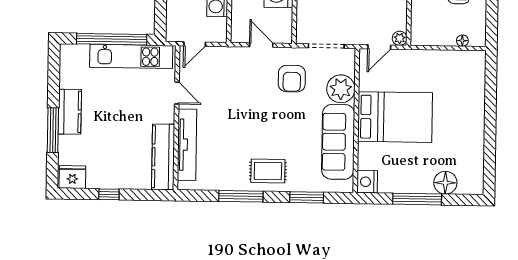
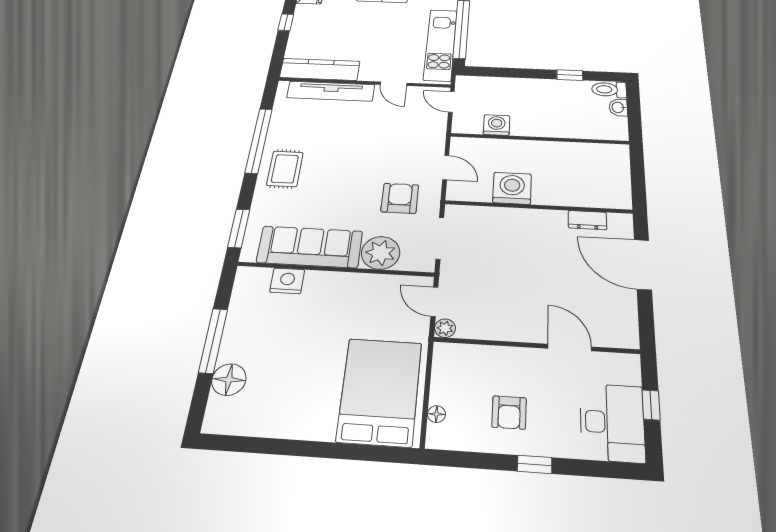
door: (261, 45) -> (446, 167), hinge flipped
armchair: (292, 79) -> (400, 198), turned 90
door: (177, 93) -> (394, 84), hinge flipped
bed: (395, 117) -> (380, 391), moved, turned 180
nightstand: (367, 182) -> (287, 281), moved
window: (241, 196) -> (259, 140), width x1.46
window: (307, 197) -> (239, 228), moved

